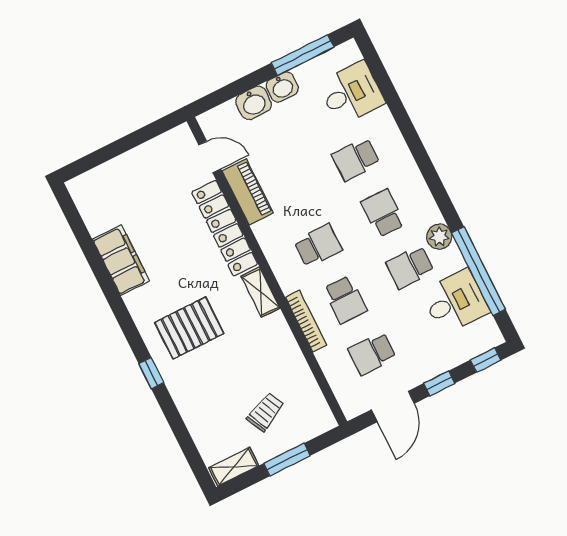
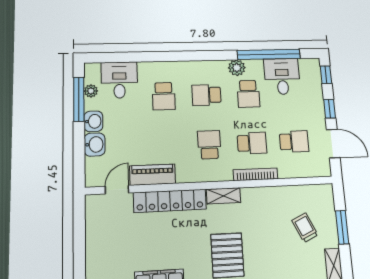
plant: (320, 65) -> (91, 91), added
school desk: (372, 354) -> (294, 142), turned -90

